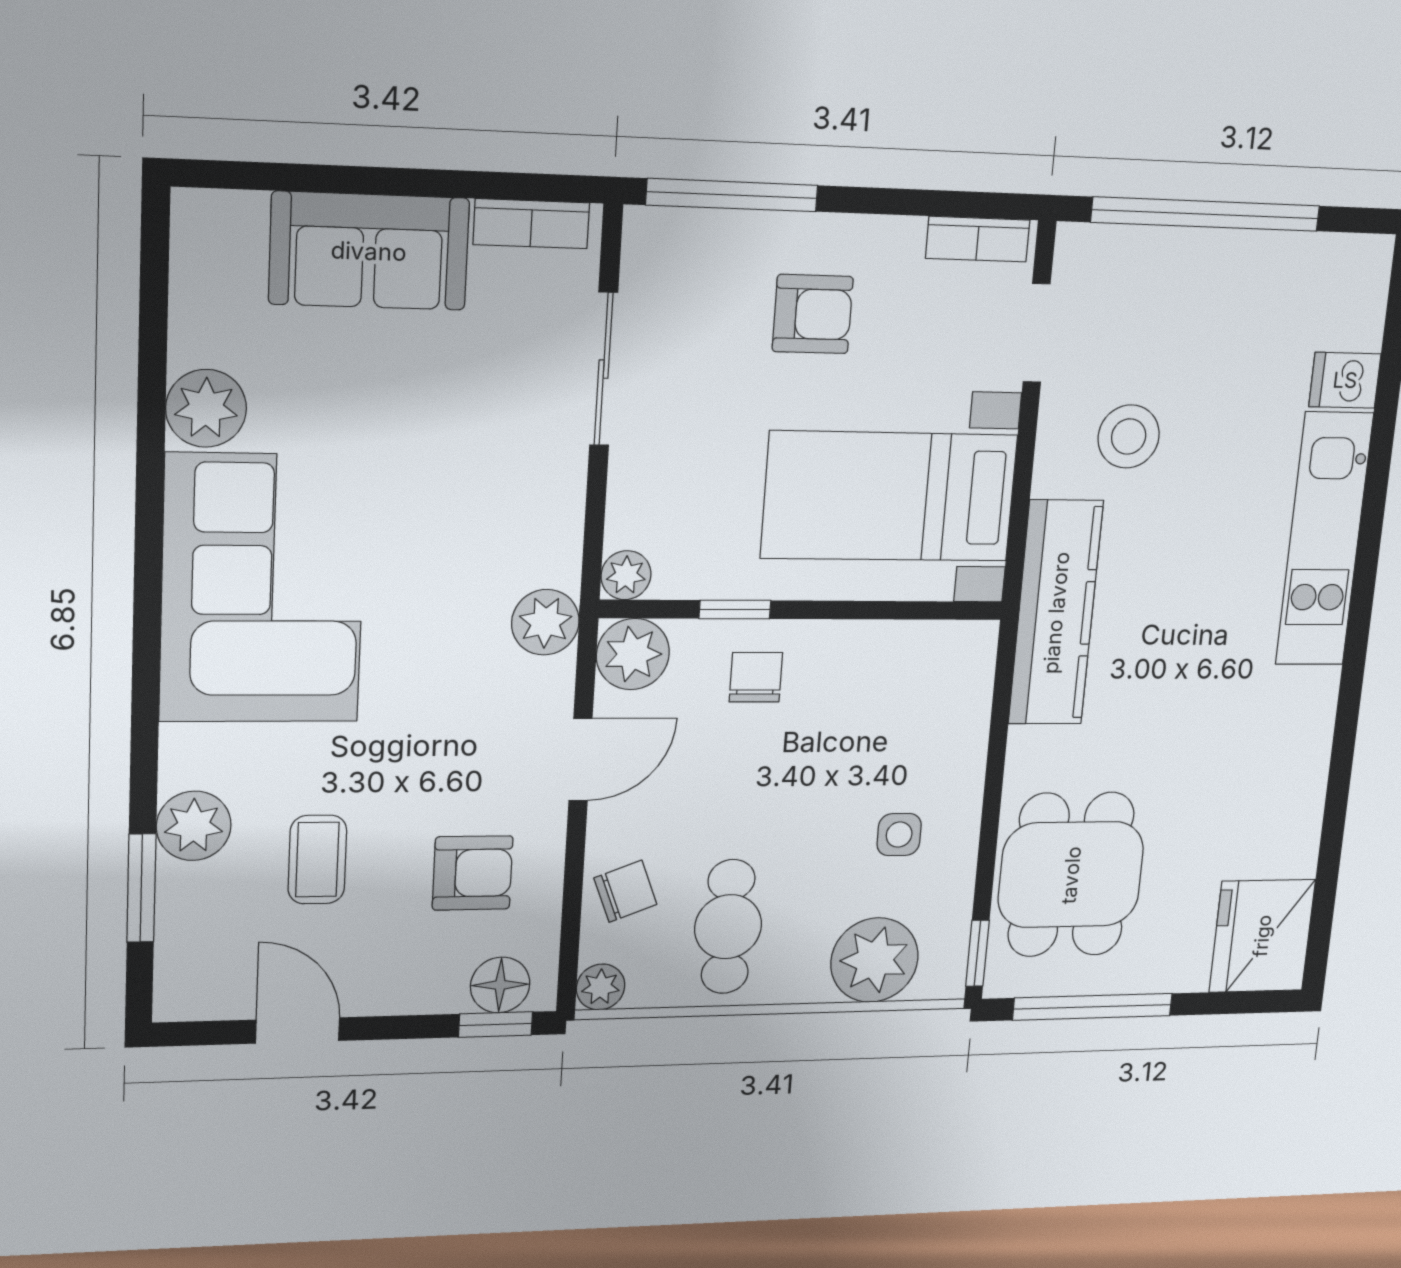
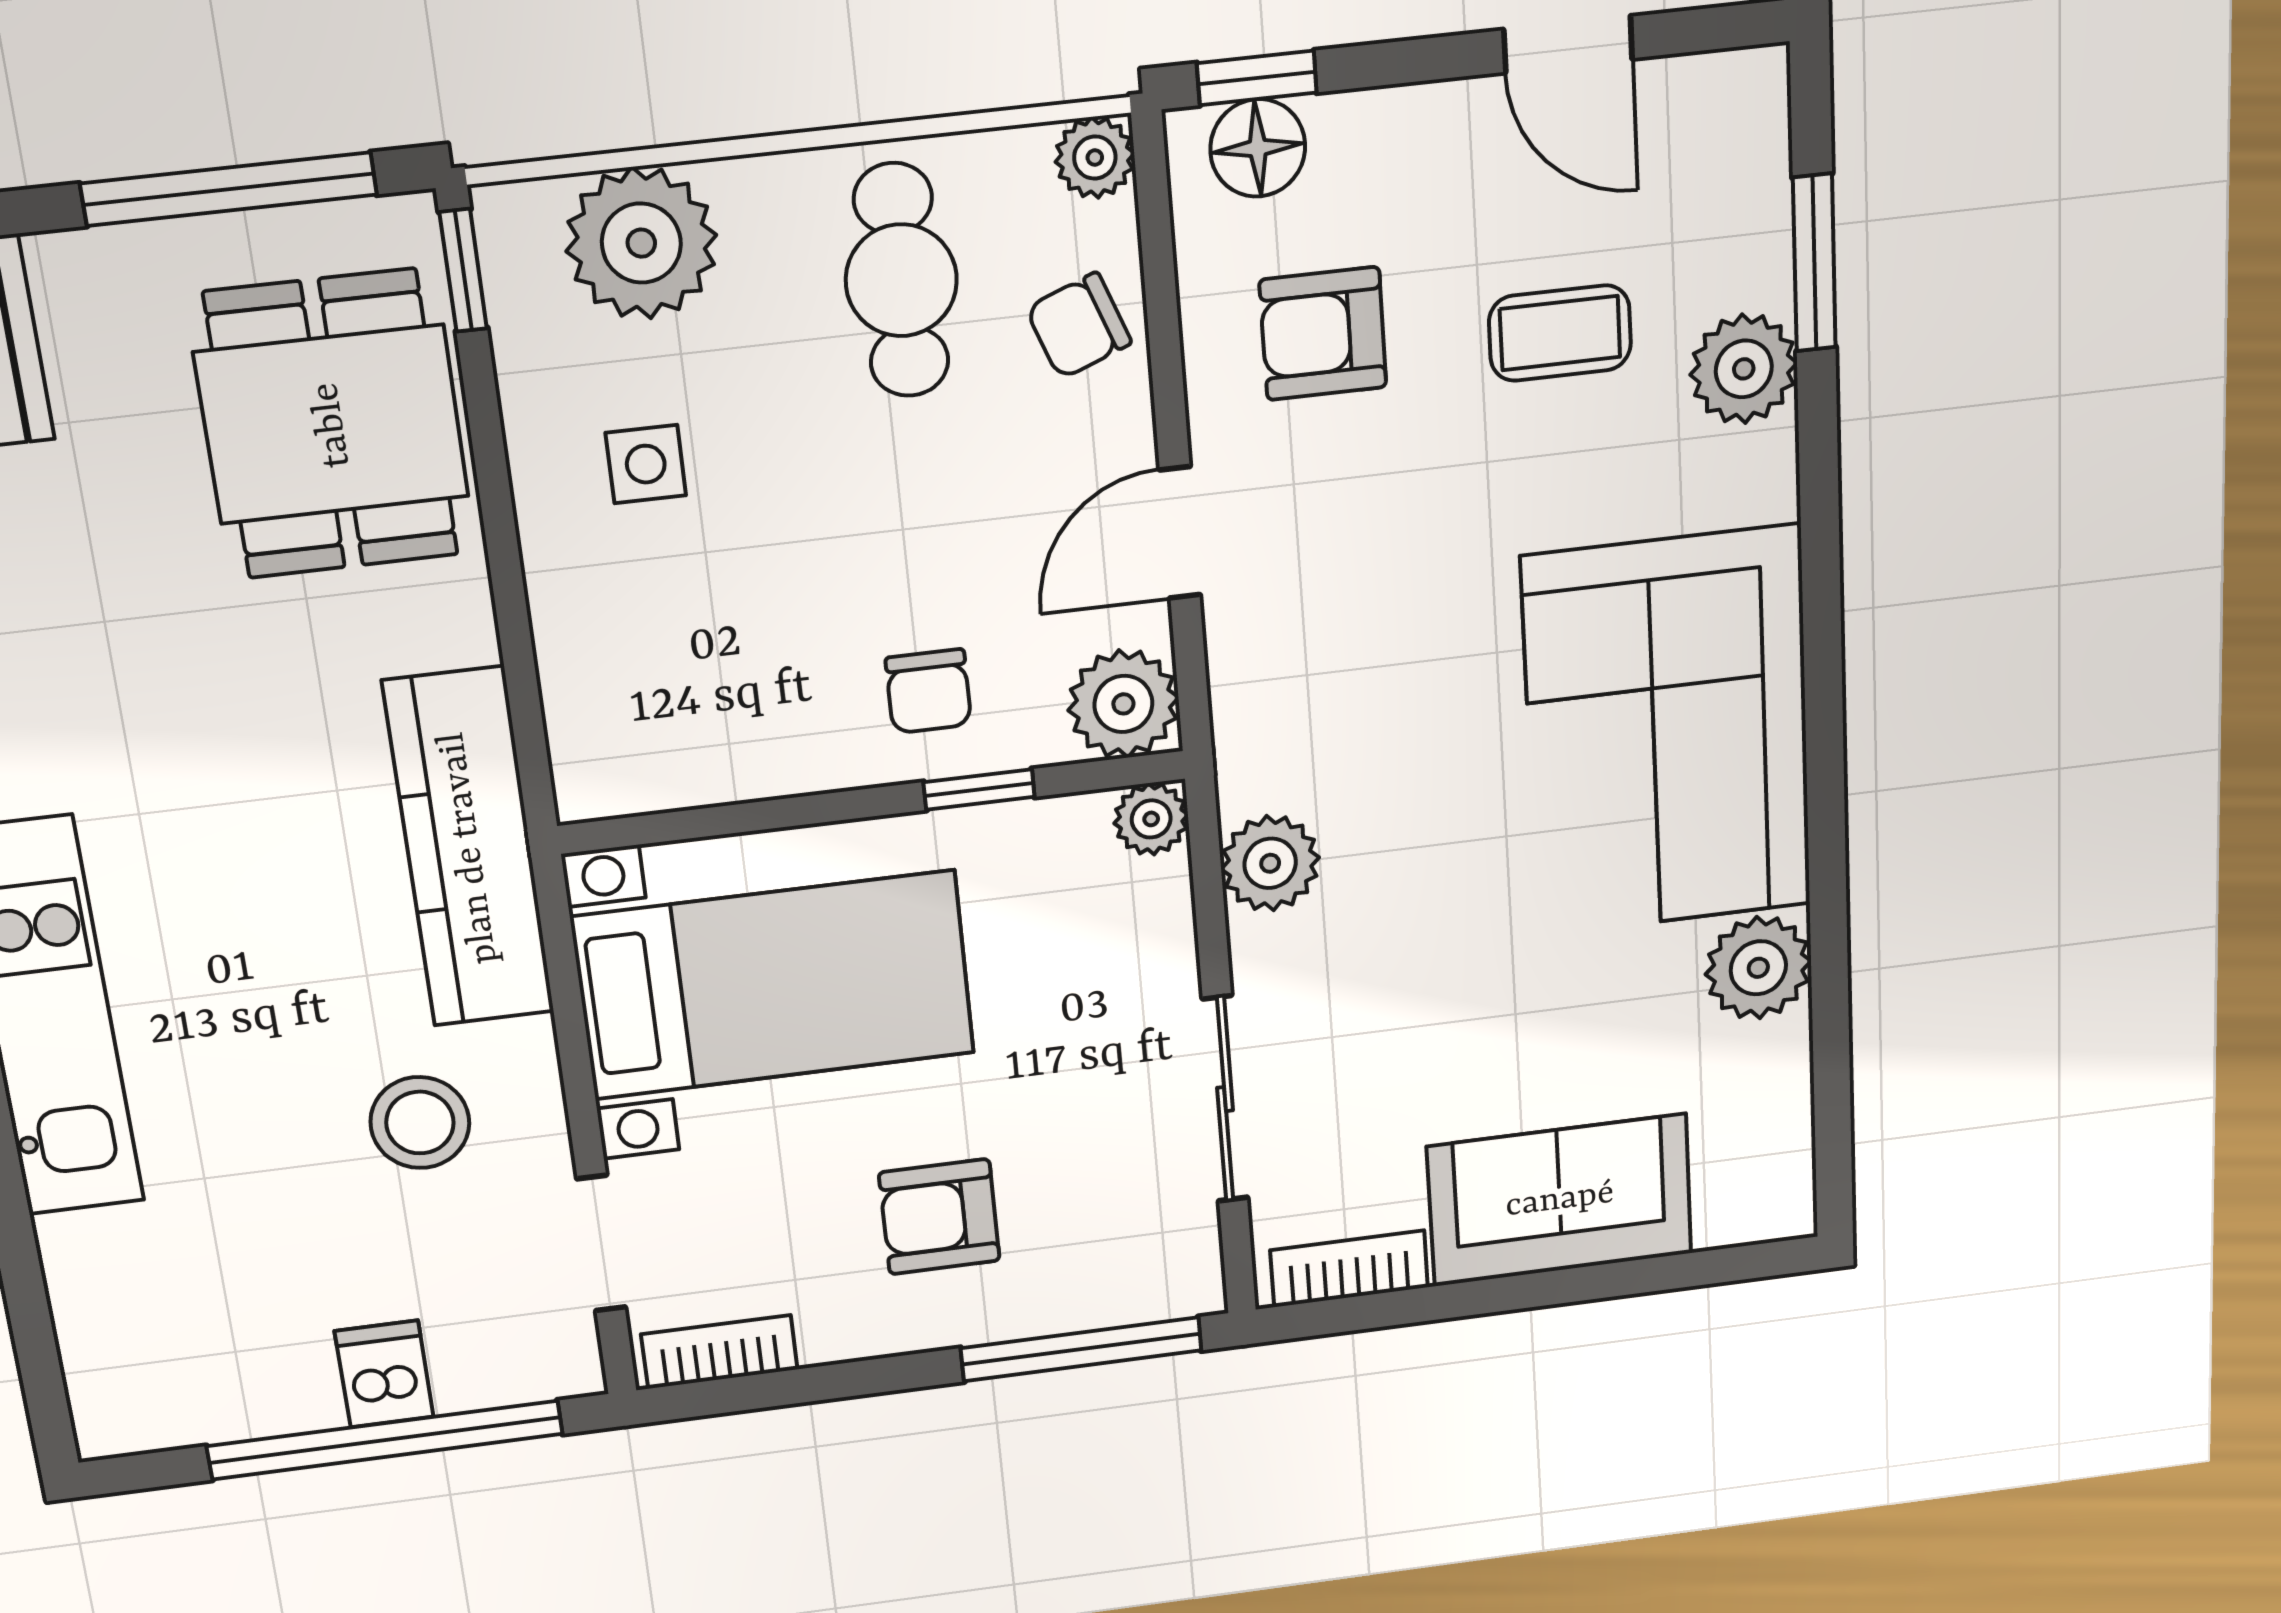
dishwasher: (1345, 380) -> (384, 1374), moved, turned -90
plant: (545, 622) -> (1270, 863), moved
coffee table: (317, 860) -> (1560, 333), turned 90

